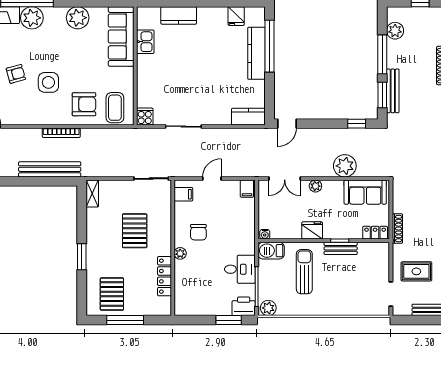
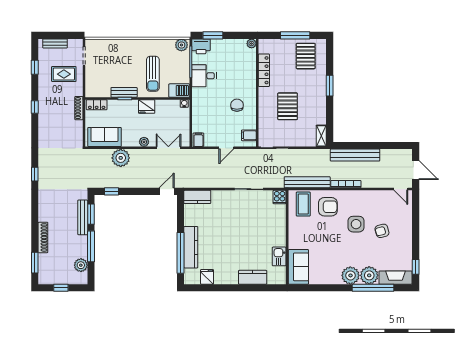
plant: (78, 18) -> (350, 275), moved
sofa: (121, 36) -> (298, 267), width x0.73
armchair: (84, 104) -> (328, 207), turned 180
bench: (110, 135) -> (307, 182), added
plant: (180, 253) -> (251, 44), moved

